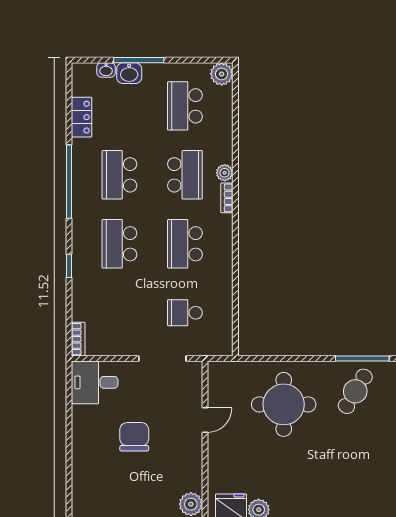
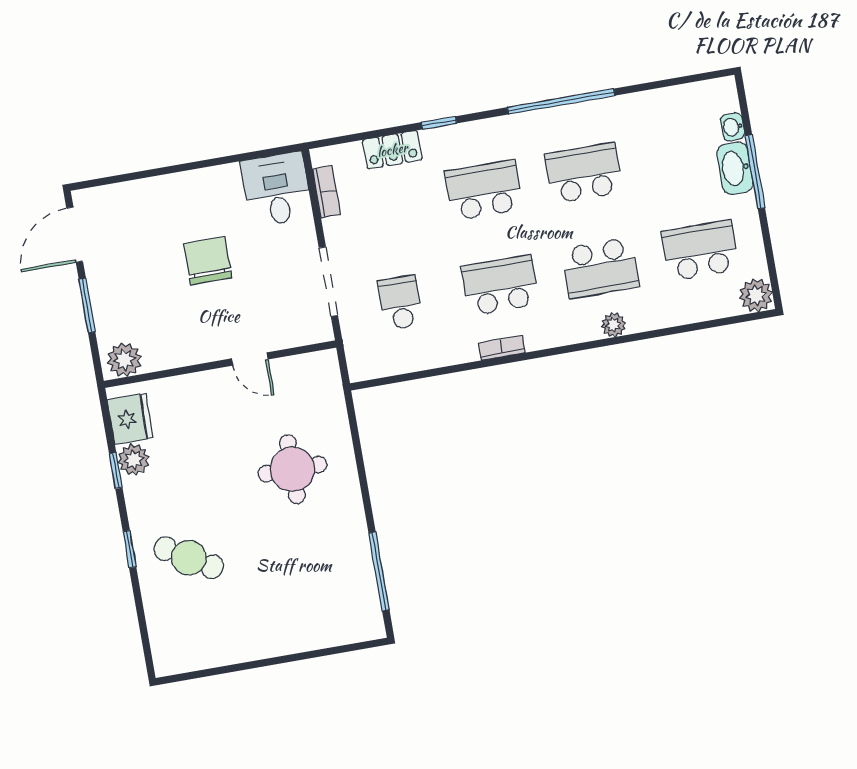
washbasin: (129, 73) -> (735, 168), width x1.38
locker: (82, 117) -> (392, 150), moved
bookcase: (227, 198) -> (502, 348), moved
bookcase: (78, 339) -> (326, 192), moved, turned -90
cafe table: (355, 391) -> (189, 558), moved
round table: (284, 404) -> (292, 469), width x0.73, depth x0.73
chair: (134, 437) -> (208, 261), turned -90

